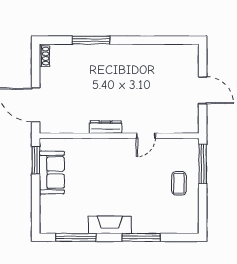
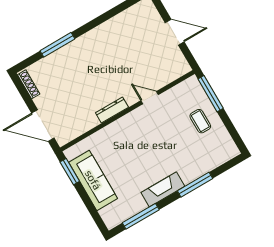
shoe rack: (44, 56) -> (29, 84), width x1.43
door: (146, 136) -> (150, 98), swing flipped
sofa: (52, 173) -> (93, 180), width x1.36

